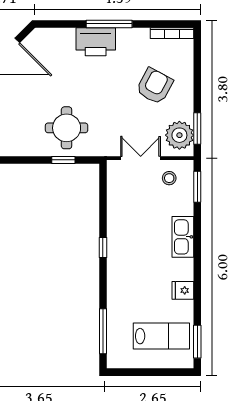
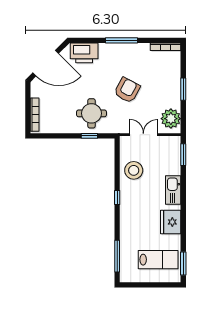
printer: (96, 42) -> (84, 53), moved
armchair: (155, 86) -> (127, 90), moved
window: (197, 128) -> (183, 89), moved
stool: (169, 178) -> (134, 170), moved, width x1.89, depth x1.89
fridge: (183, 290) -> (171, 222), width x1.88, depth x1.34

